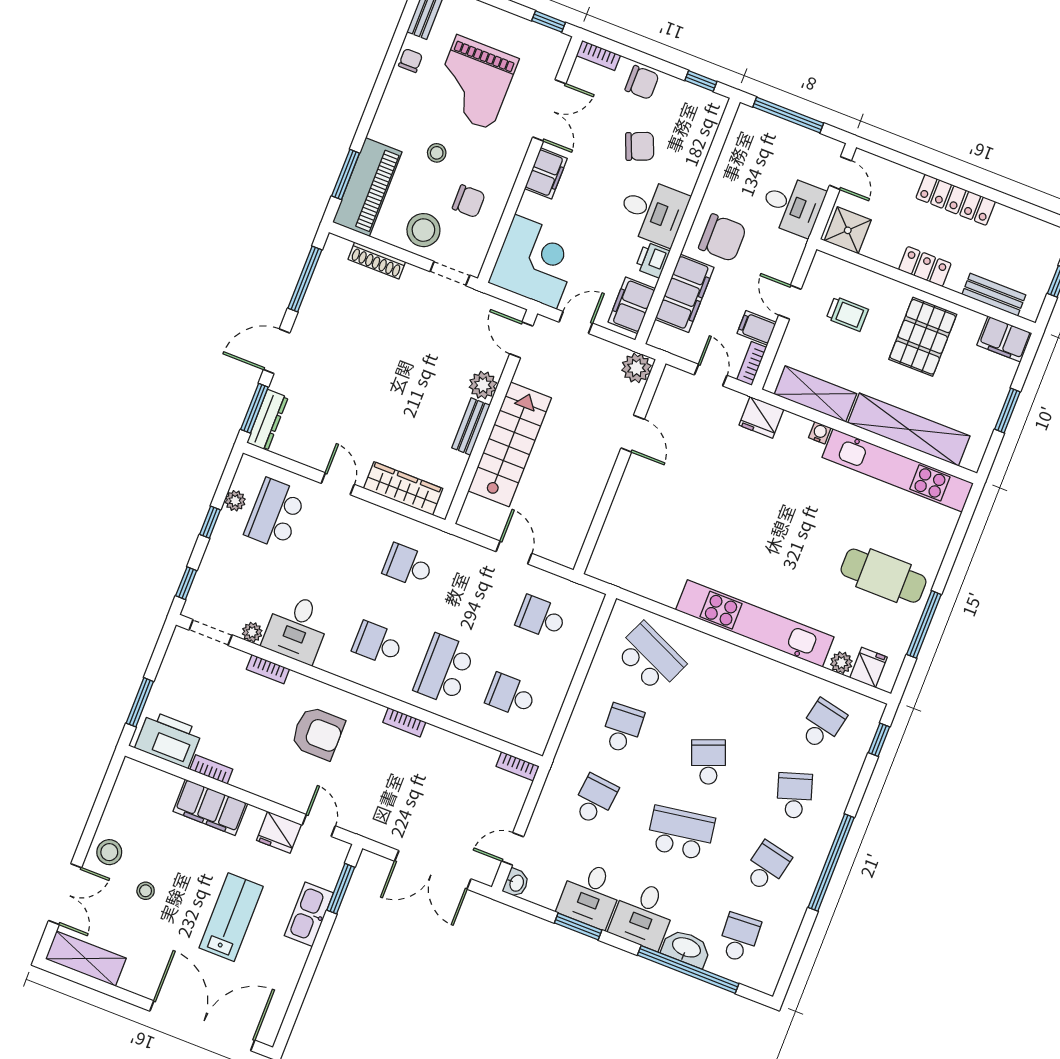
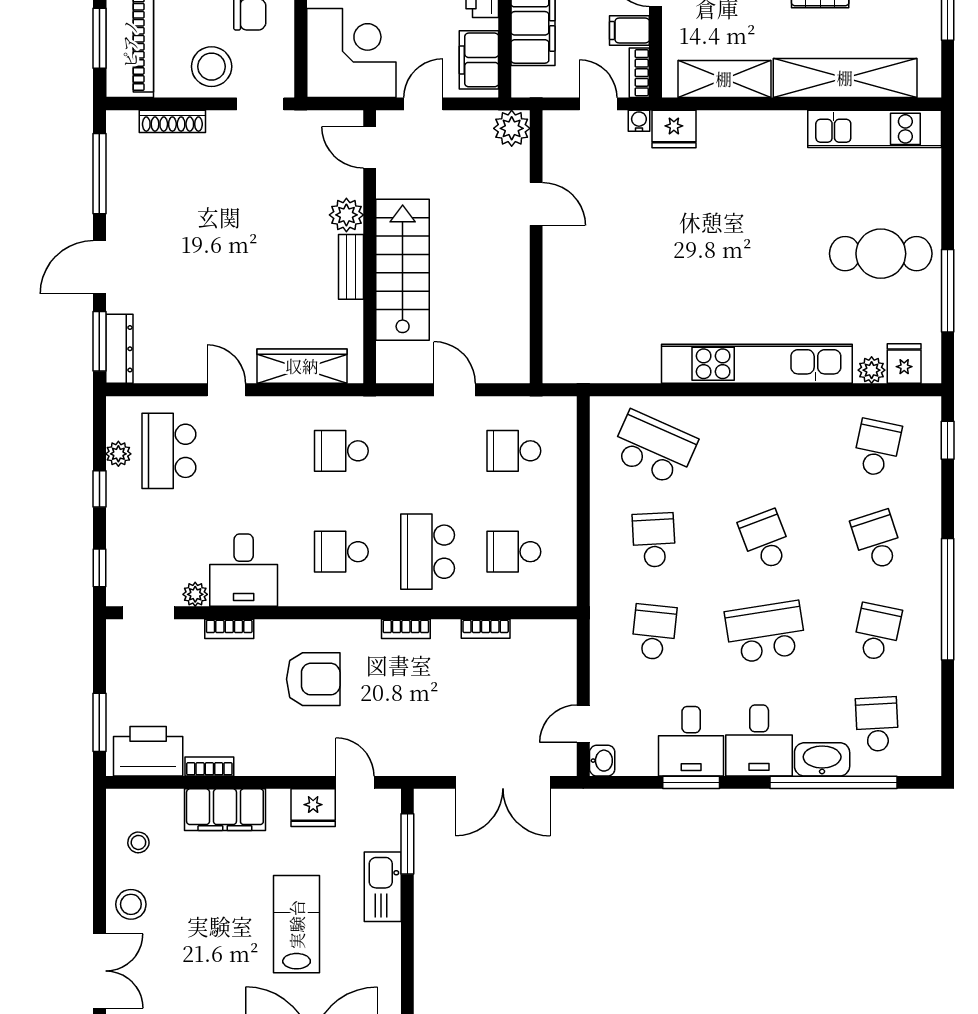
water cooler: (820, 433) -> (639, 121), moved
kitchen unit: (898, 470) -> (875, 129), width x0.73
bookcase: (517, 766) -> (486, 629), moved
stool: (146, 891) -> (138, 842), moved

